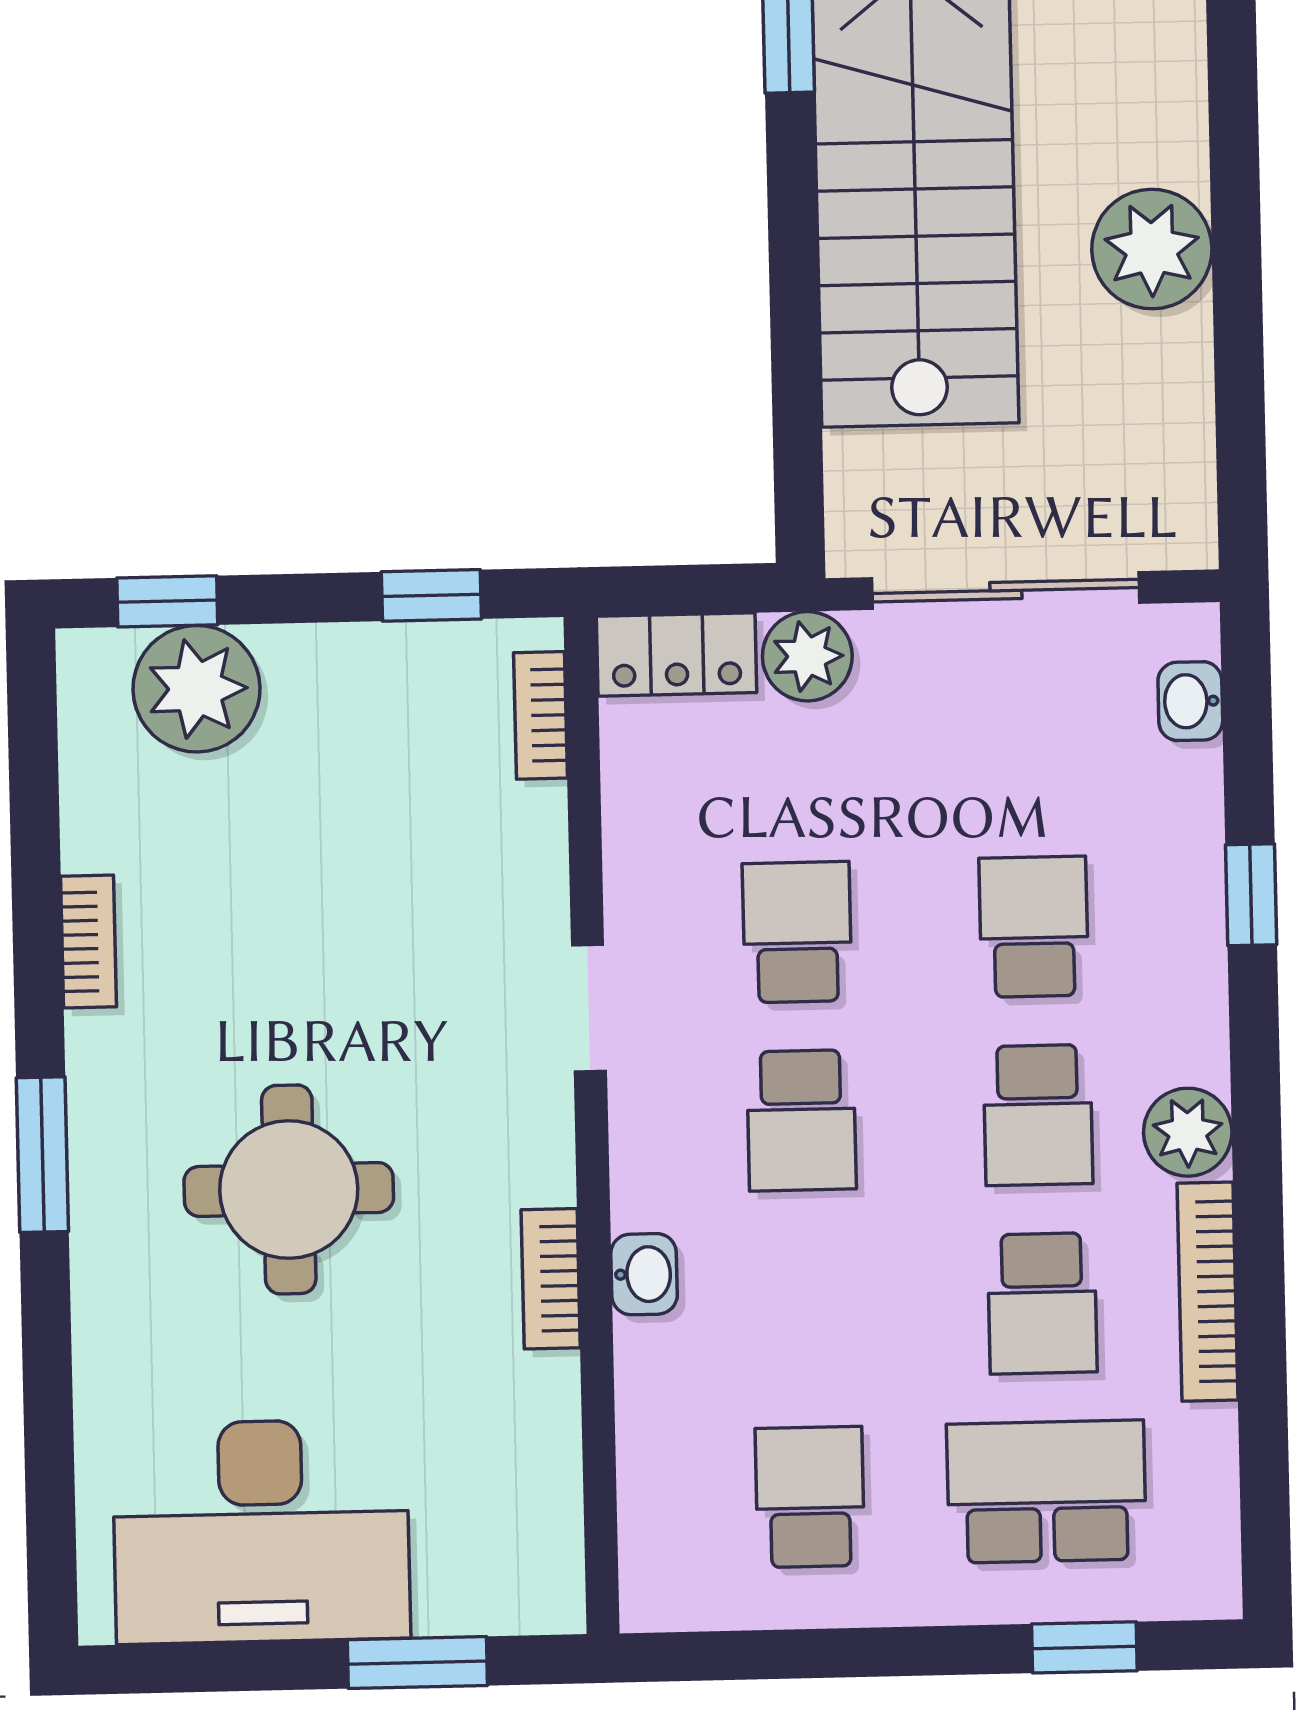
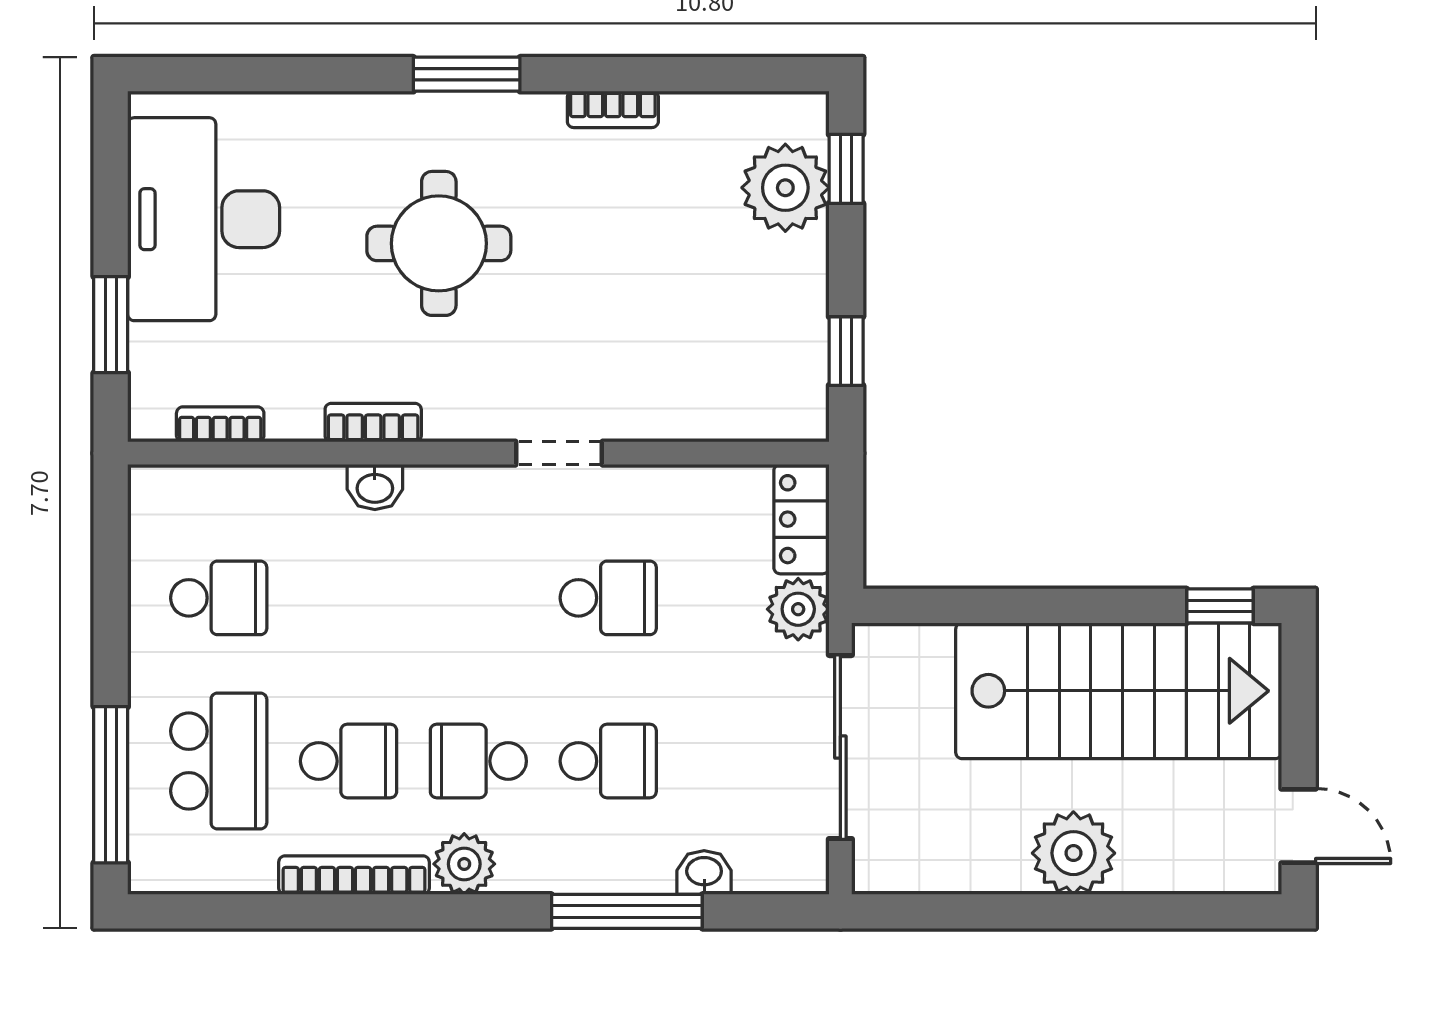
washbasin: (1190, 701) -> (704, 872), moved
bookcase: (540, 715) -> (220, 424), moved
window: (1251, 895) -> (627, 911), width x2.17
school desk: (801, 1120) -> (478, 598), removed
school desk: (1042, 1303) -> (349, 761), turned 180
window: (1084, 1647) -> (111, 785), width x2.17

